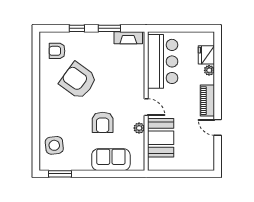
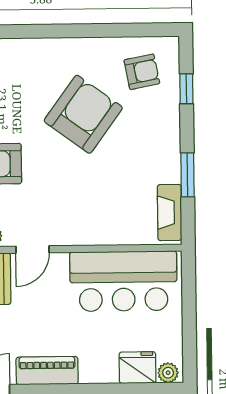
window: (77, 28) -> (186, 89), moved
armchair: (57, 51) -> (142, 72), turned 79
plant: (209, 70) -> (168, 373), moved

